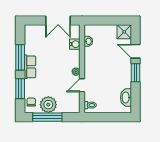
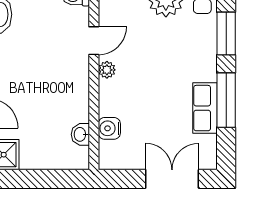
double door: (58, 20) -> (172, 179), moved
row of seats: (30, 67) -> (205, 108), moved

